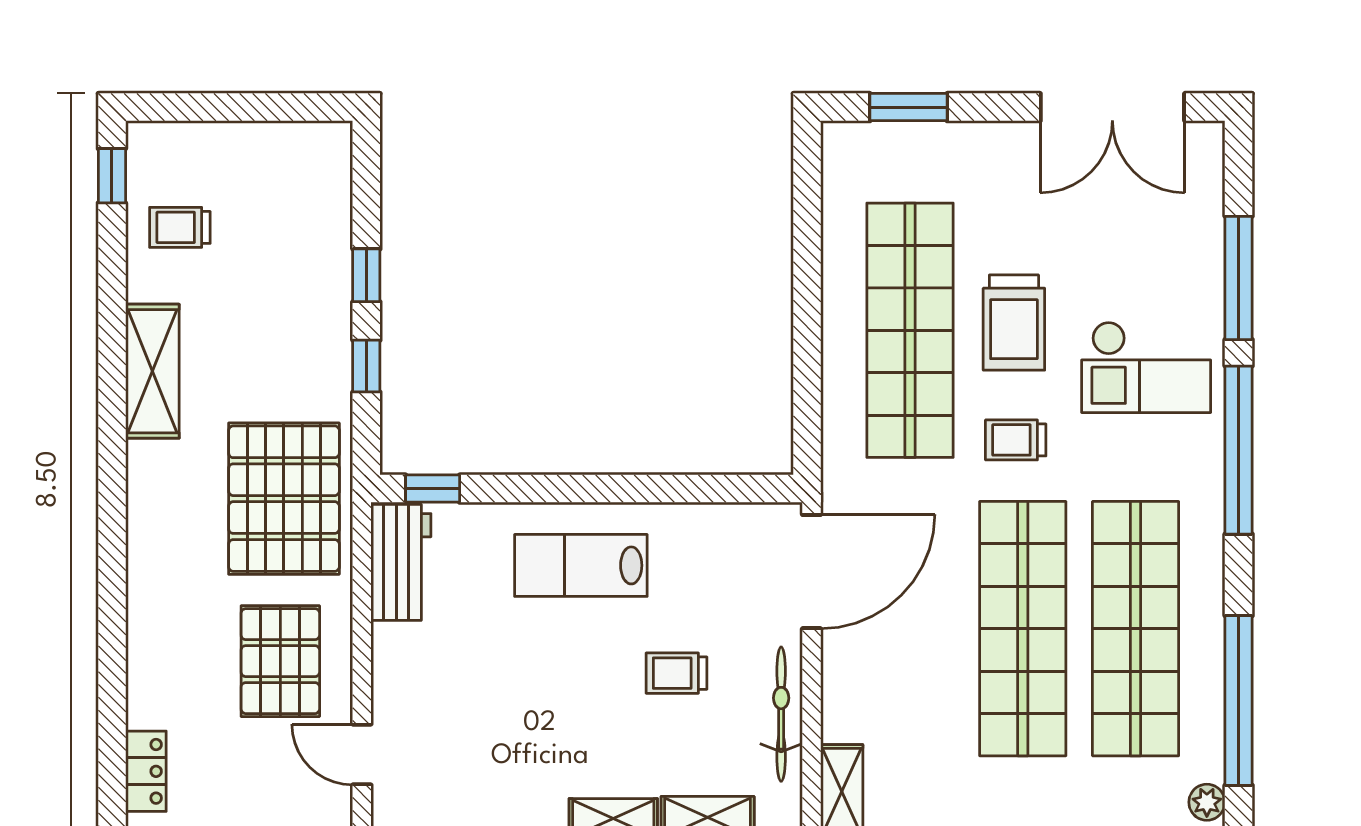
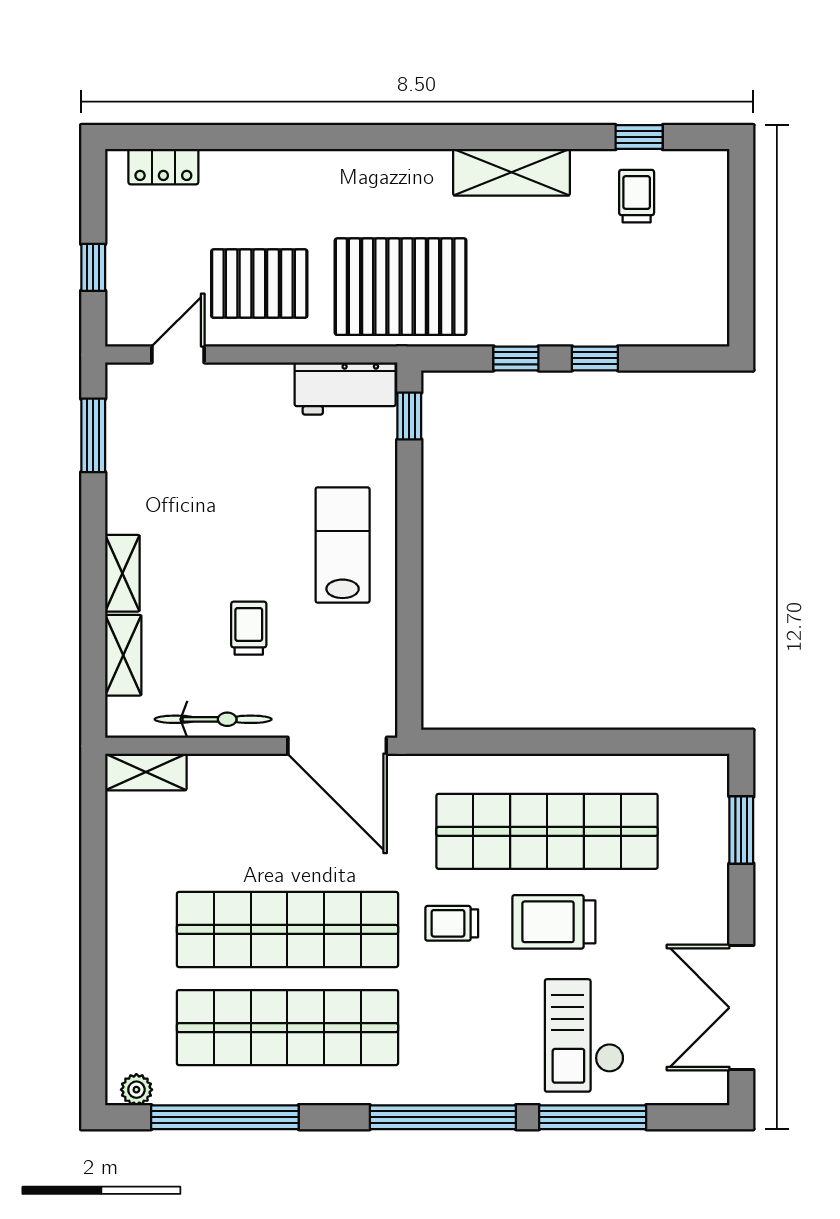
window: (112, 176) -> (639, 137), moved
checkout: (1146, 367) -> (584, 1035), moved
trolley: (1016, 440) -> (452, 923), turned -90

